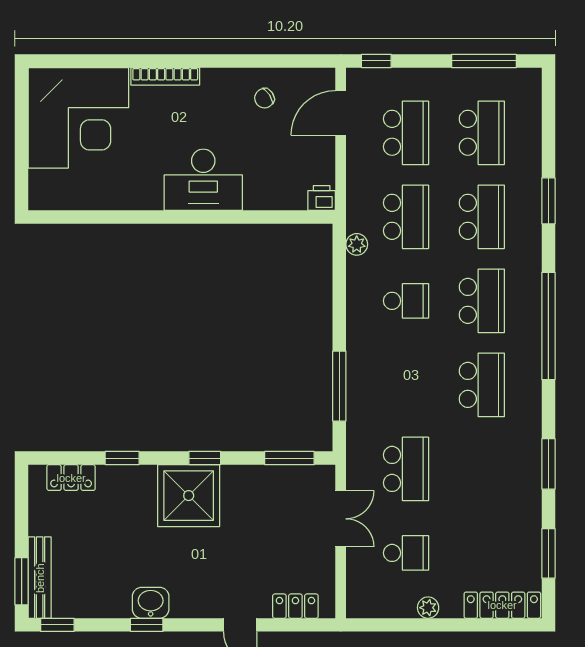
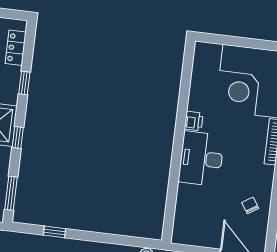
printer: (322, 198) -> (194, 121), moved
window: (339, 386) -> (54, 232), width x0.46

